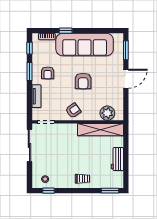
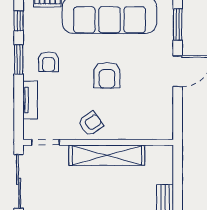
plant: (107, 113) -> (147, 128), removed
shelving: (100, 130) -> (107, 155), moved

